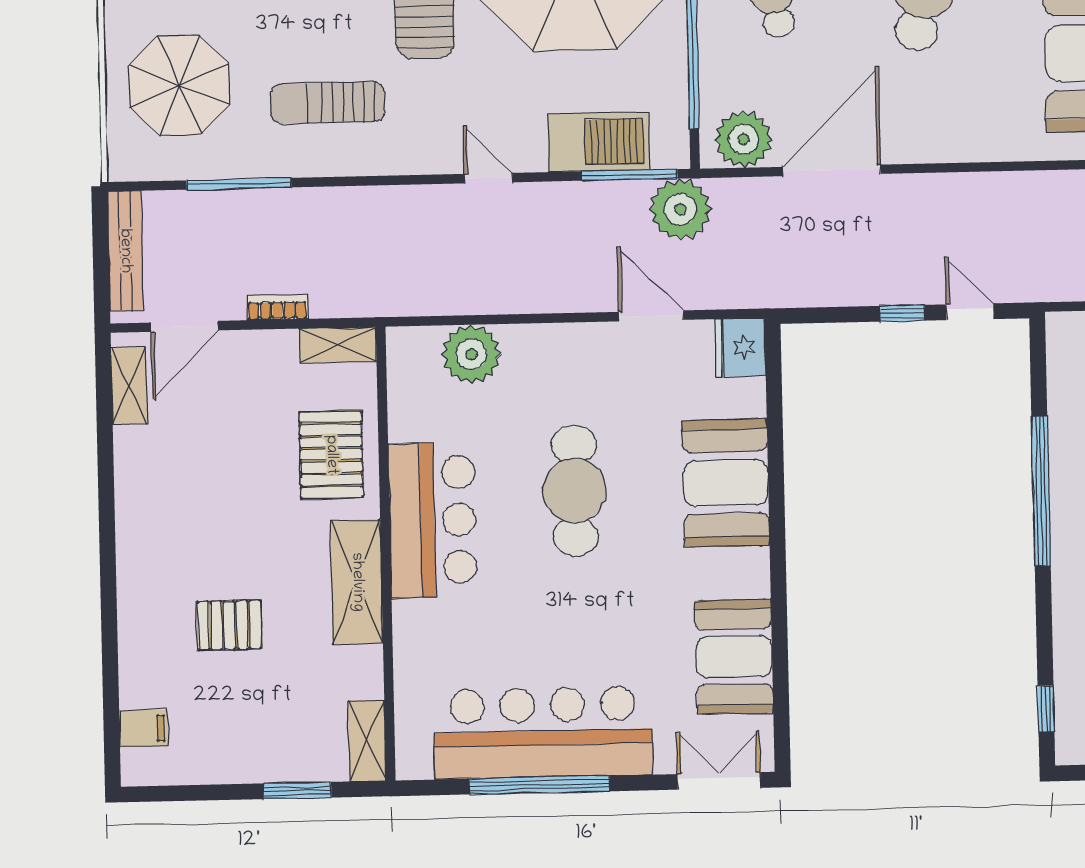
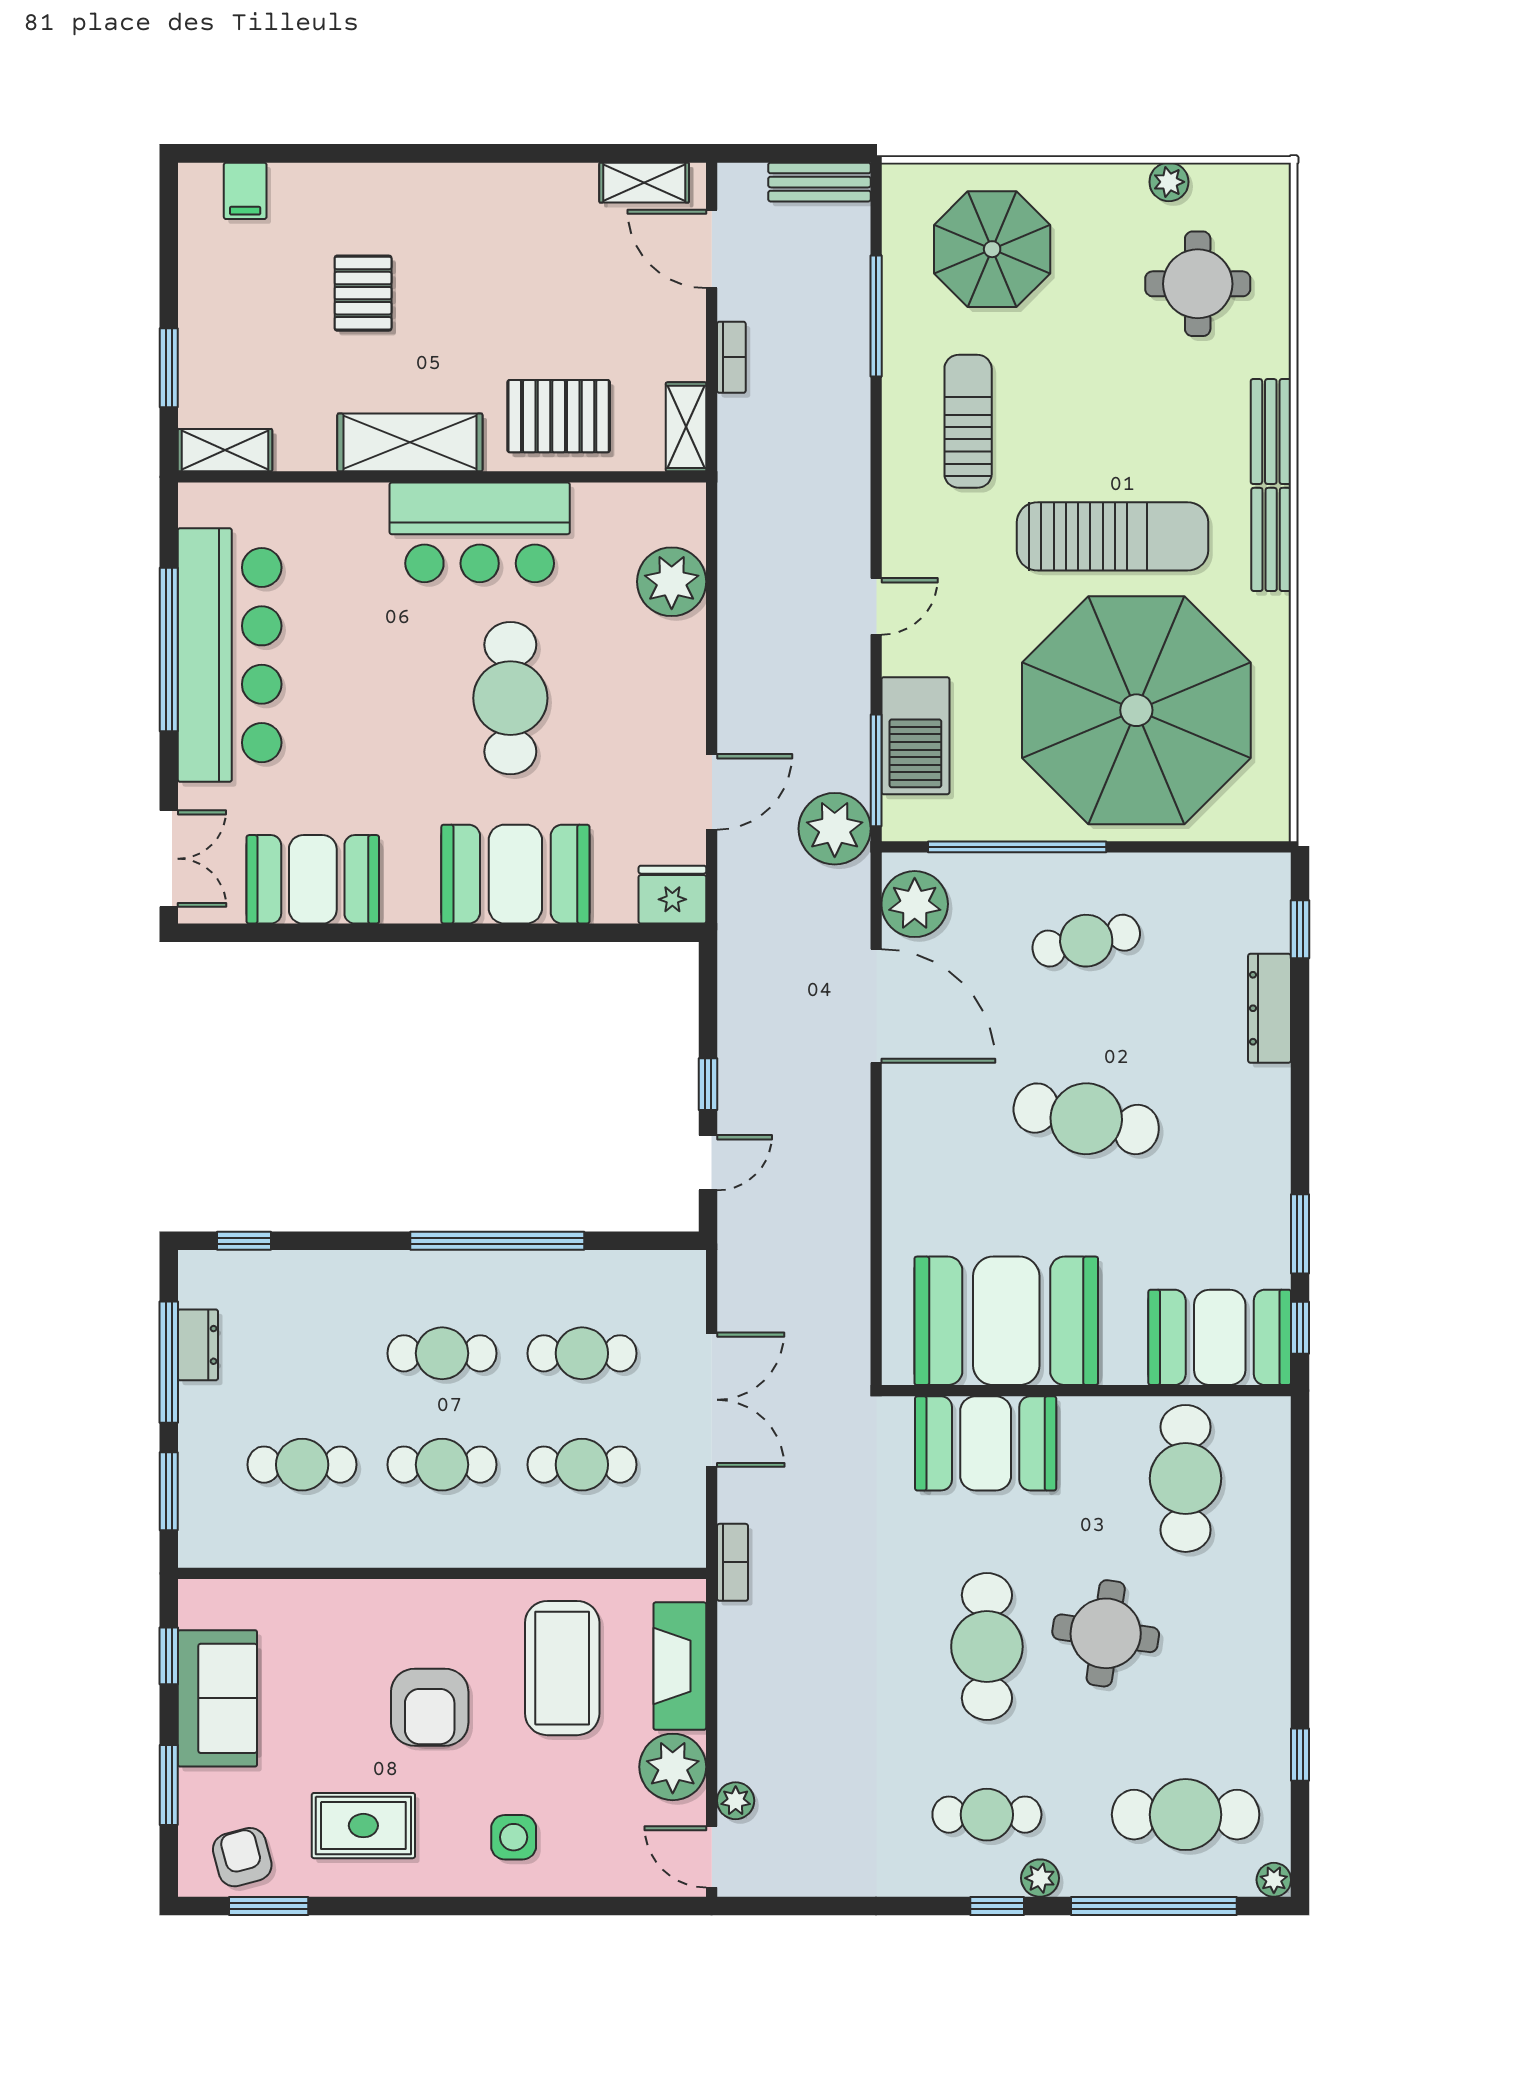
bench: (125, 251) -> (819, 182), width x0.73
cafe table: (574, 491) -> (510, 698), turned 90

